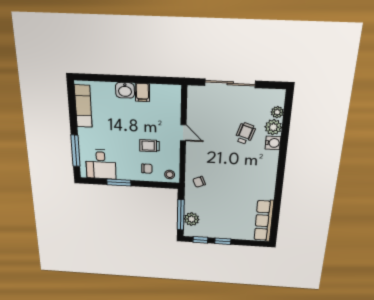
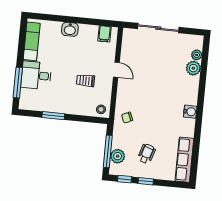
filing cabinet: (142, 92) -> (104, 34), moved
wheelchair: (245, 134) -> (146, 154), moved
water cooler: (273, 143) -> (190, 112), moved
desk: (101, 164) -> (36, 75), moved, turned 90
chair: (147, 169) -> (81, 103), removed

